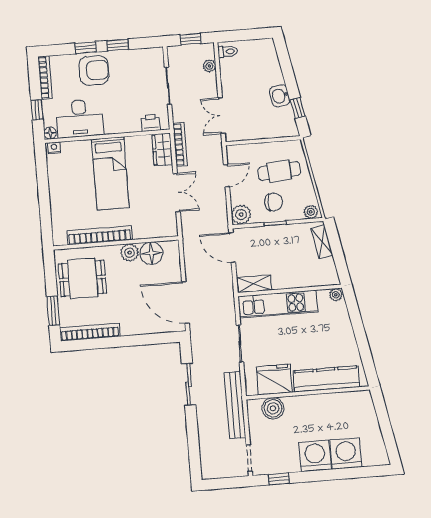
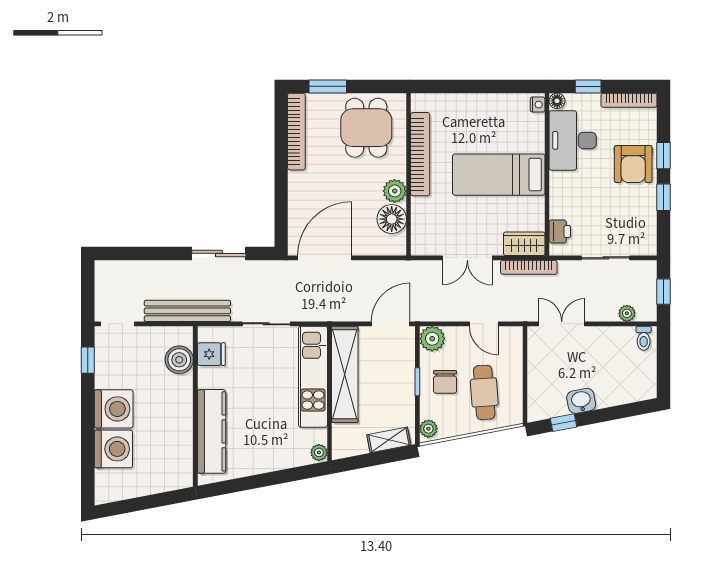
shelving: (254, 284) -> (345, 374), width x2.20, depth x1.33
fridge: (274, 380) -> (211, 354), width x0.53, depth x0.75

